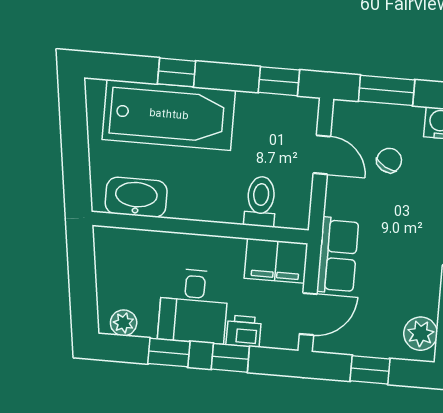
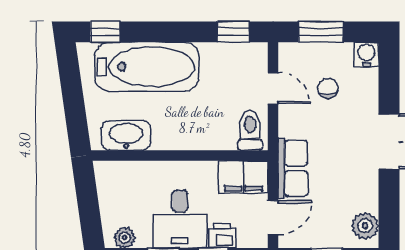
window: (177, 72) -> (105, 32), moved
chair: (389, 160) -> (328, 88), turned -34
toilet: (261, 201) -> (250, 130), moved

